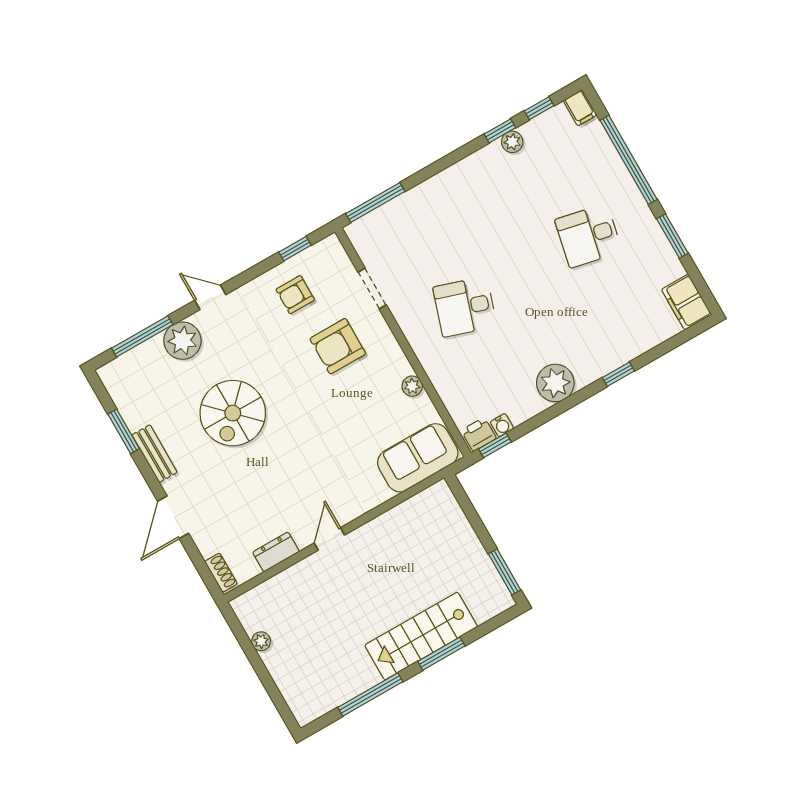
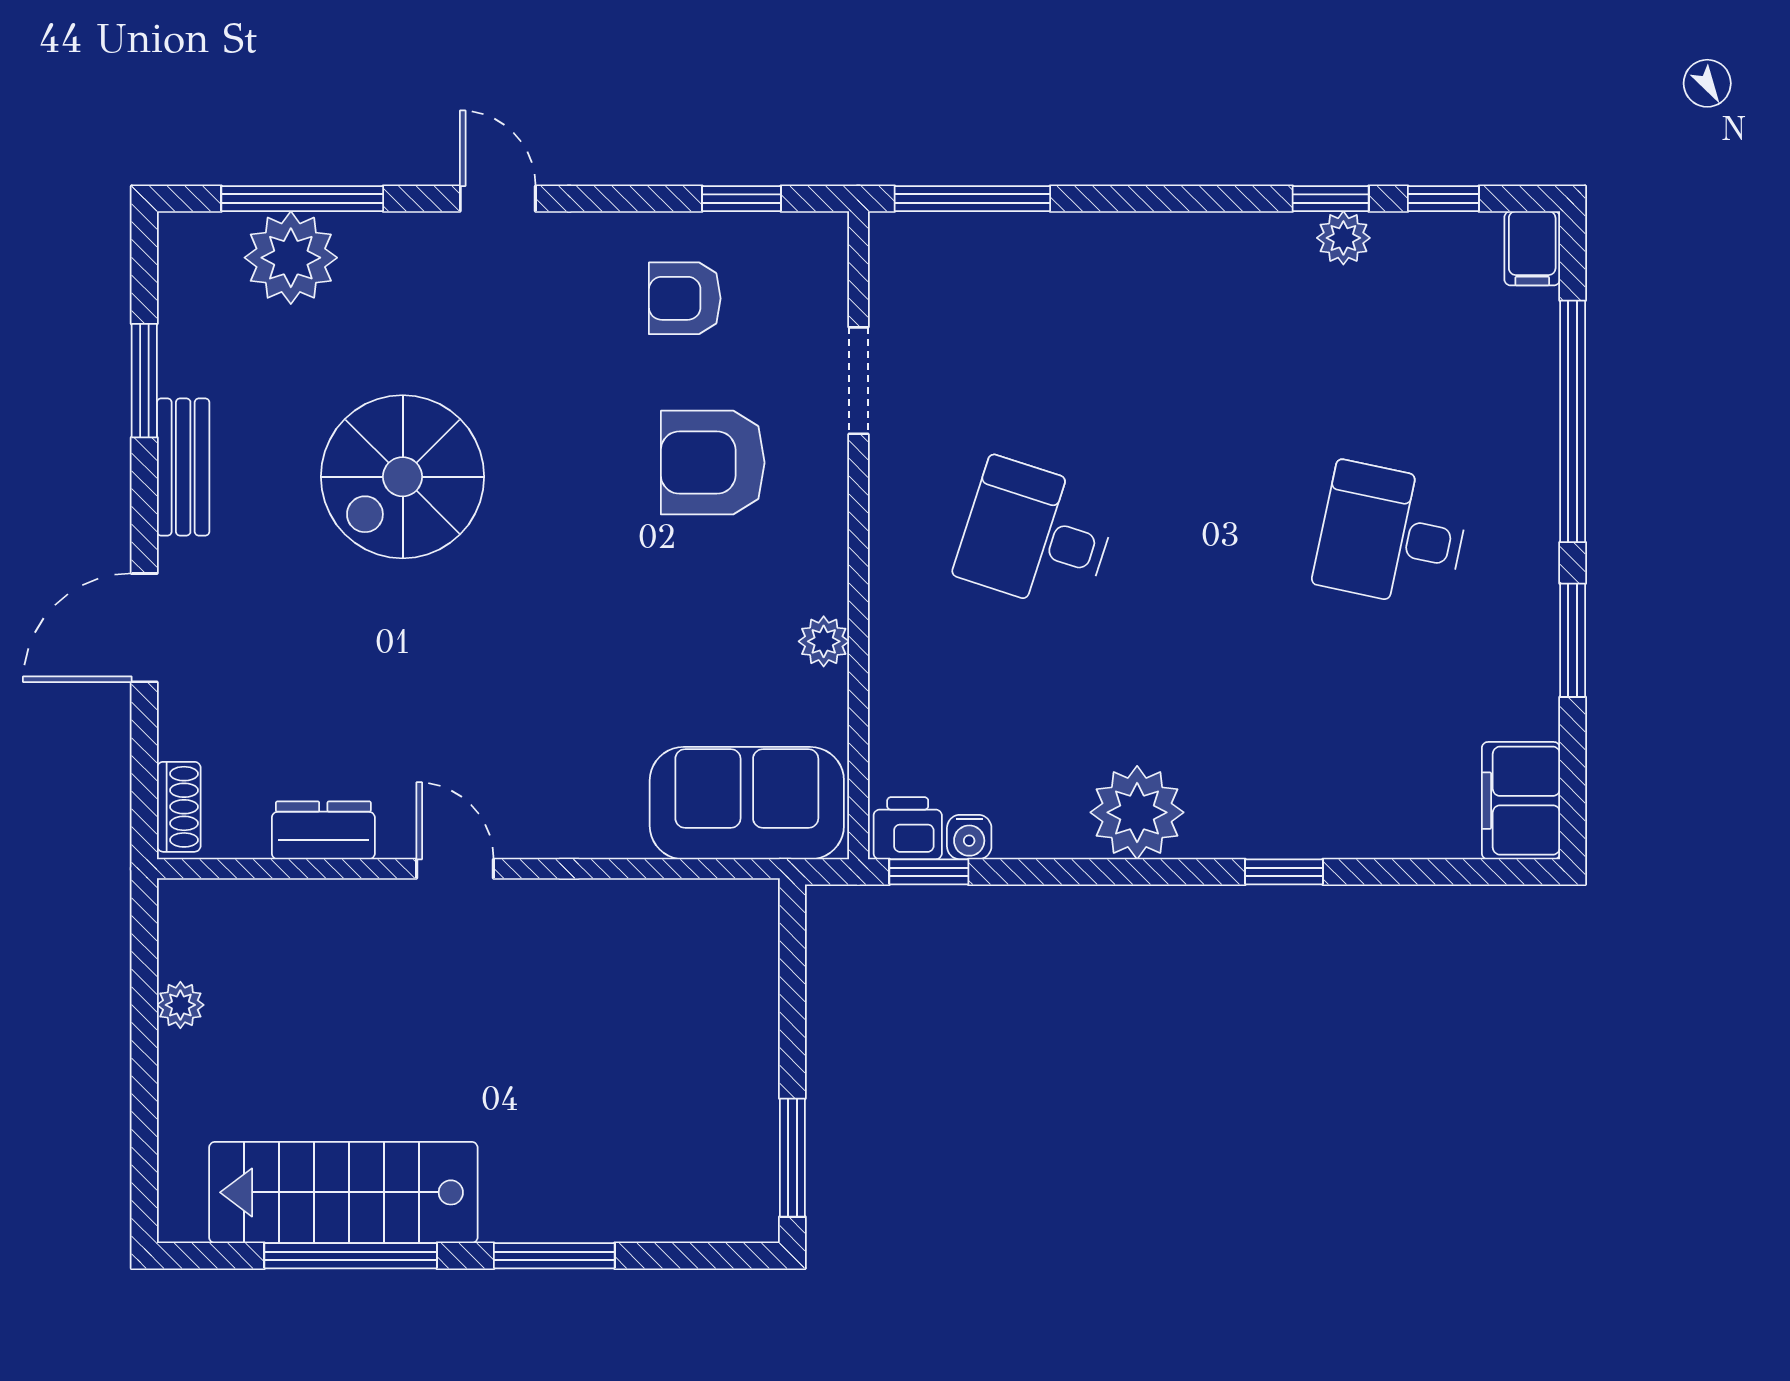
plant: (182, 341) -> (291, 258), moved
door: (329, 539) -> (455, 869), hinge flipped
stairs: (421, 636) -> (343, 1192), moved

